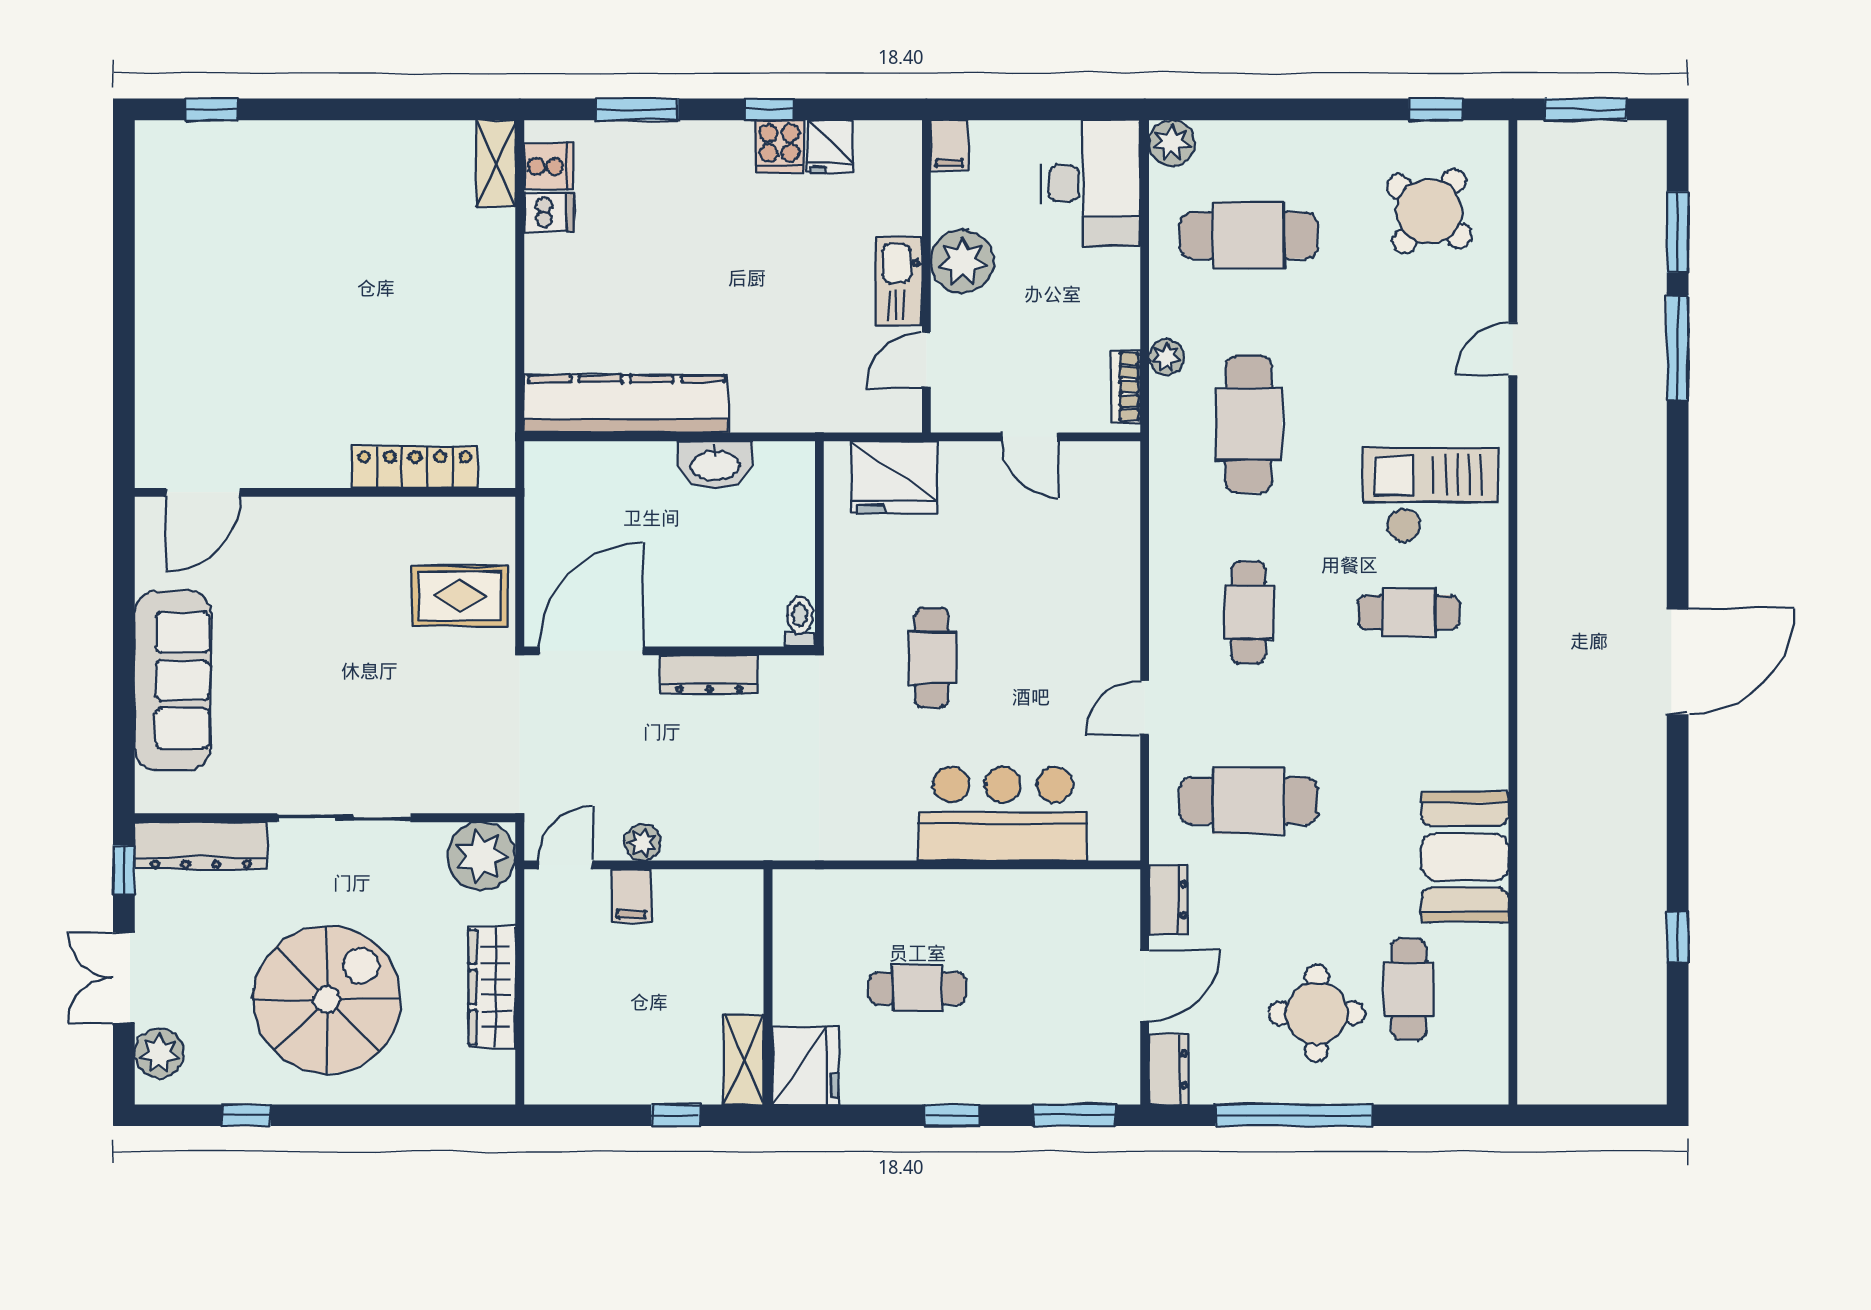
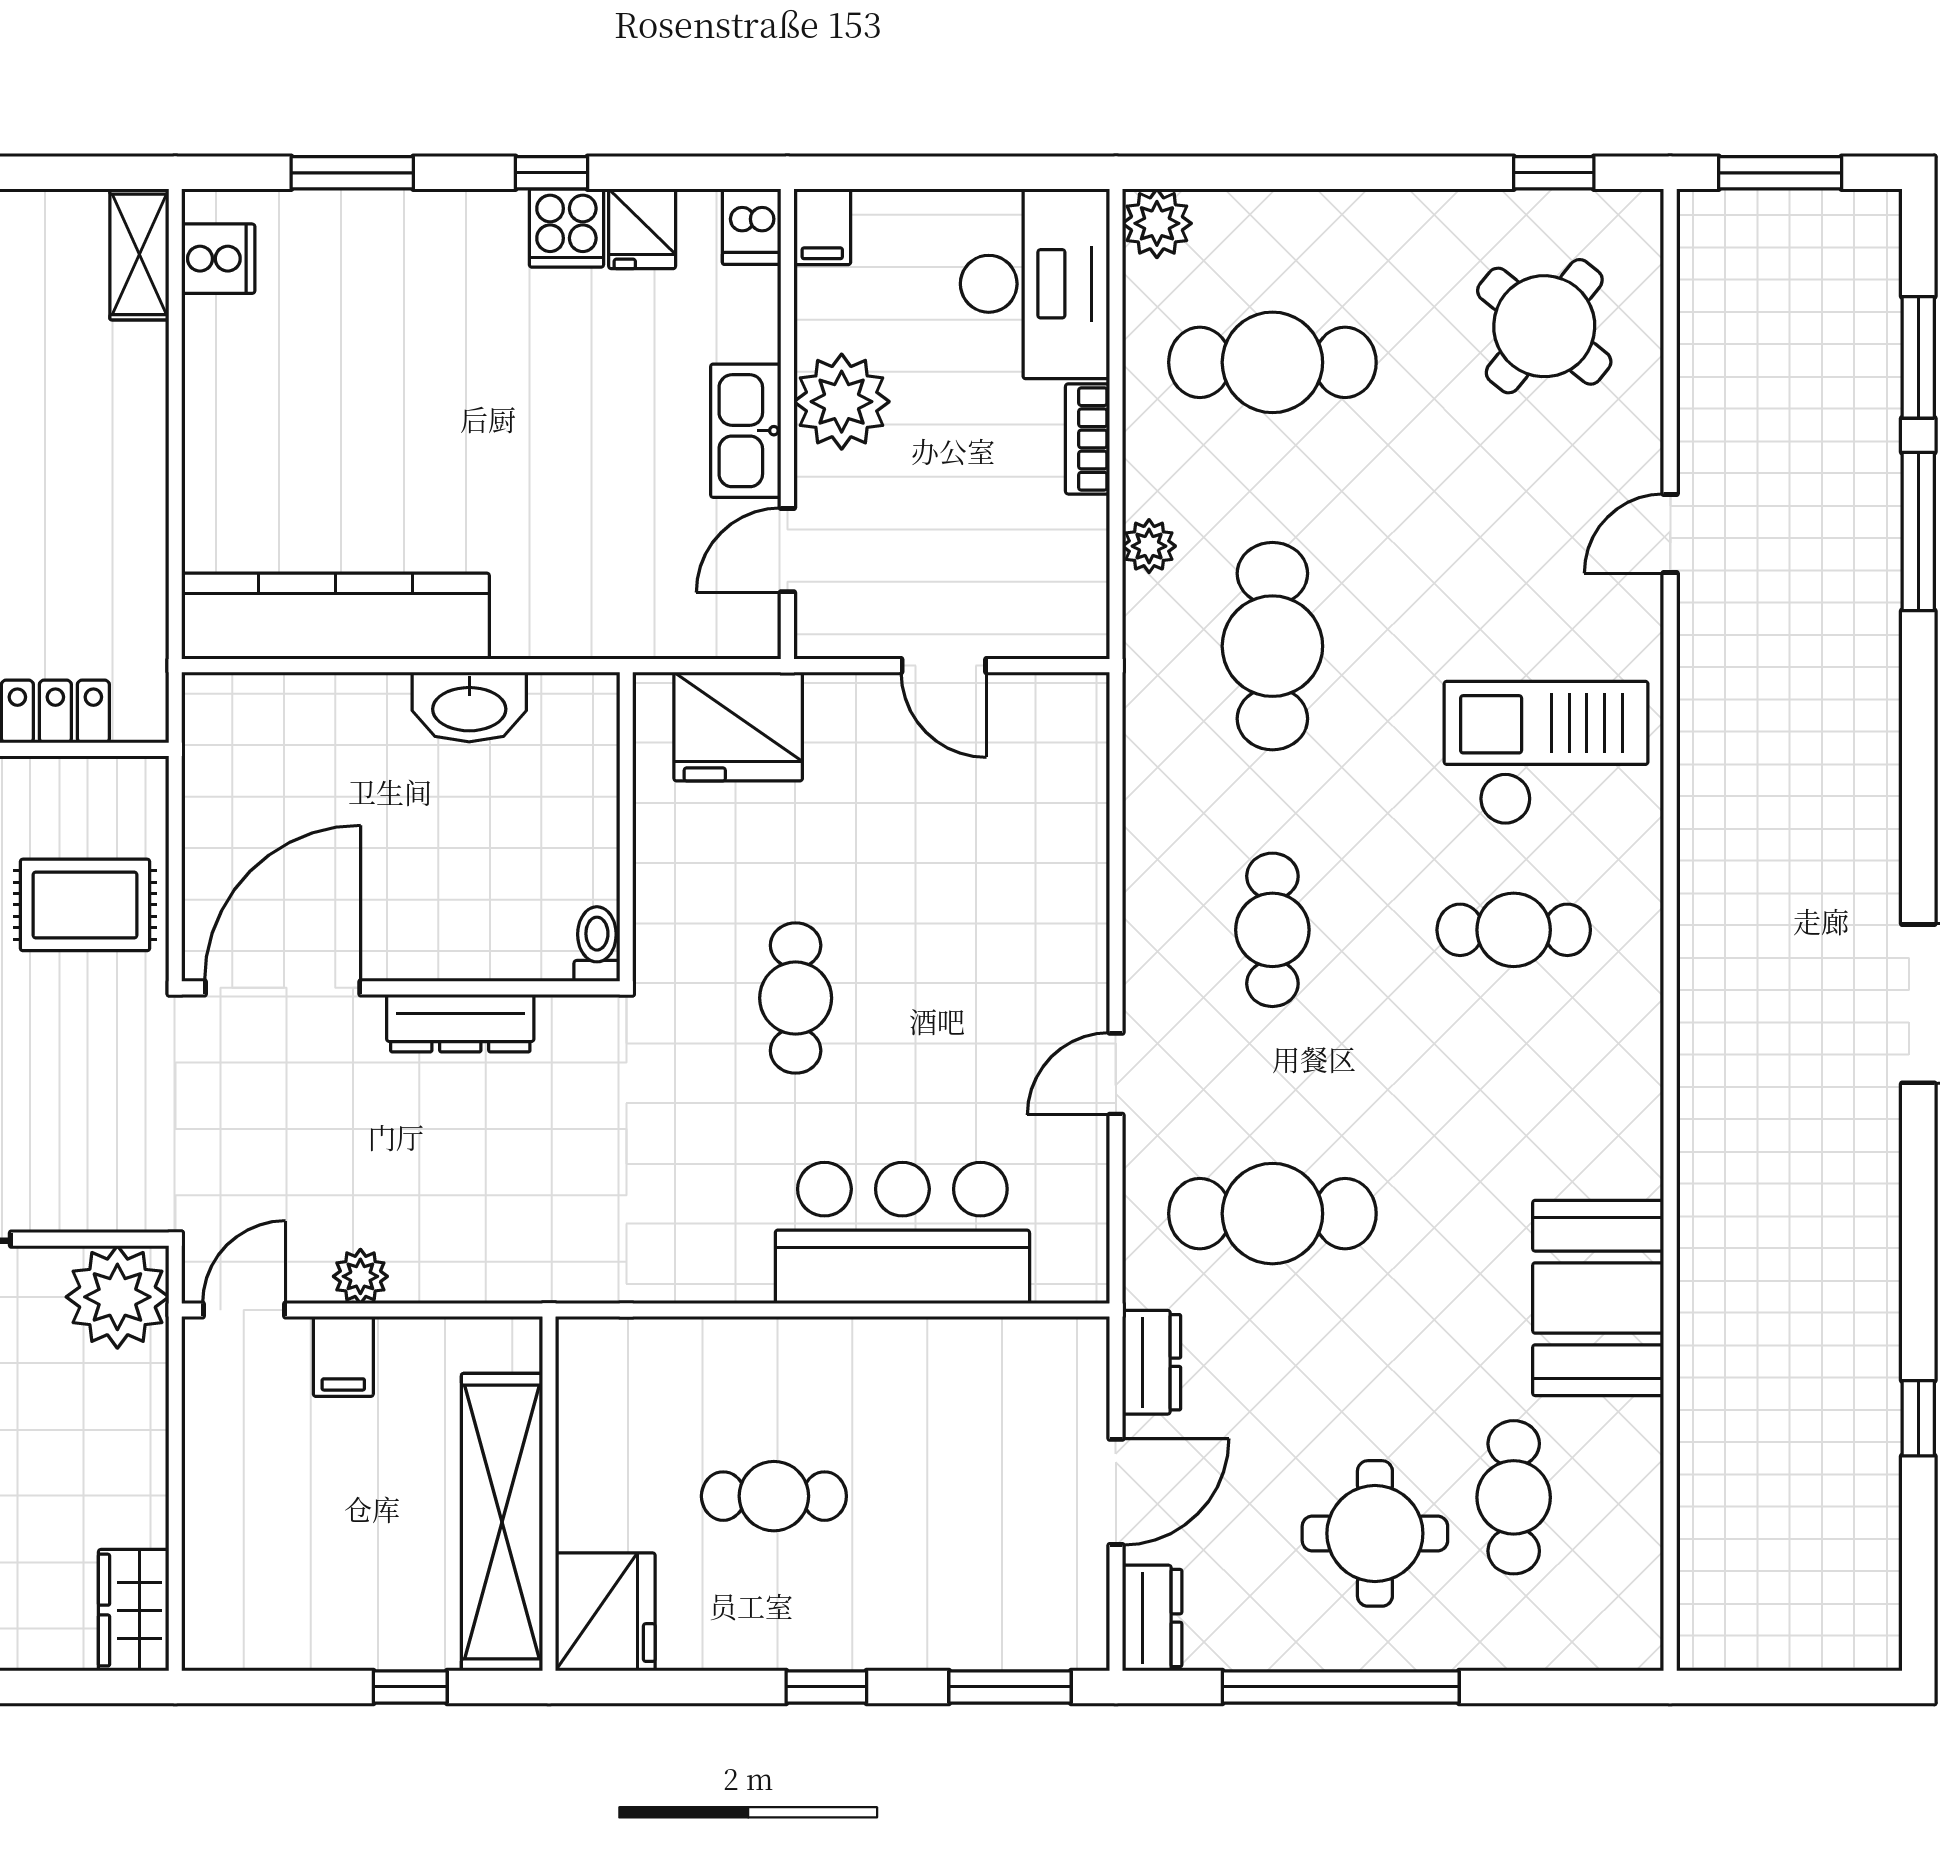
dishwasher: (549, 212) -> (752, 227), moved, turned 90
bookcase: (1126, 387) -> (1088, 439), moved
wardrobe: (492, 987) -> (134, 1610), moved, width x0.67
shelving: (744, 1060) -> (502, 1522), width x2.20, depth x1.33

